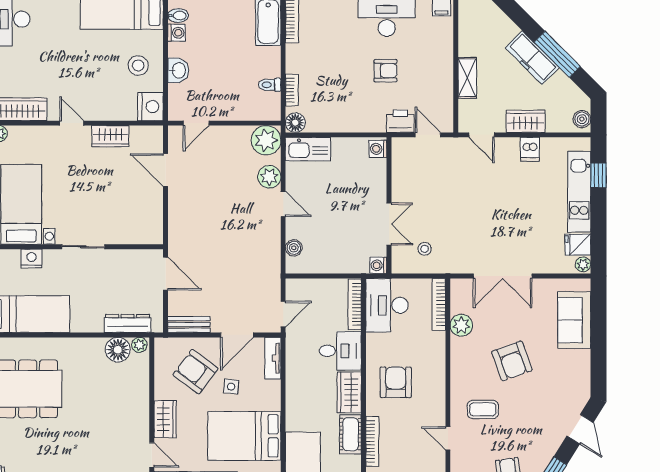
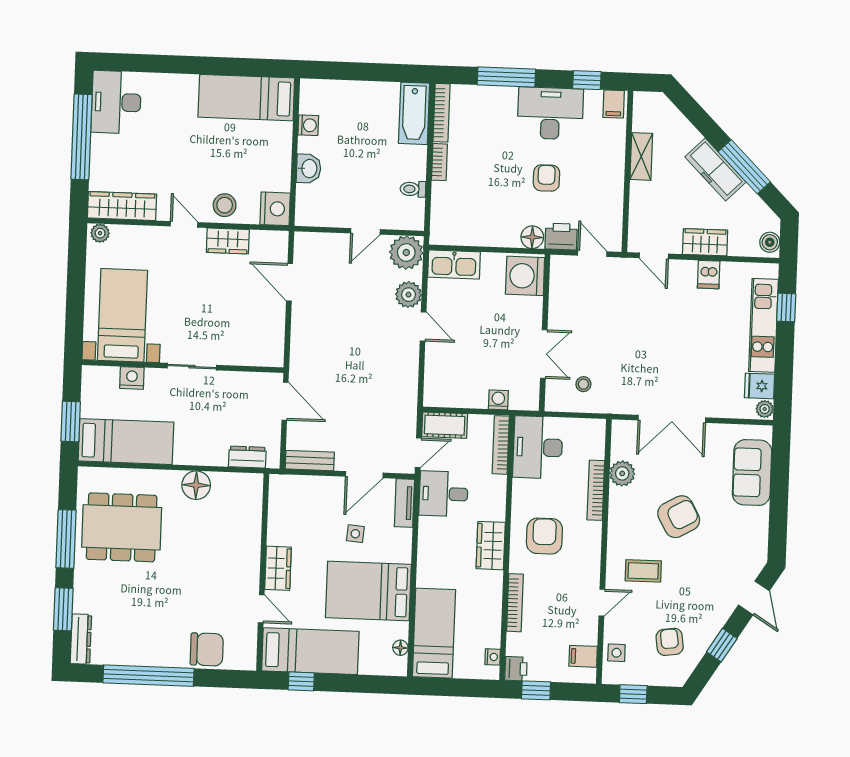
bidet: (178, 16) -> (311, 106), removed
stool: (138, 65) -> (225, 205), moved
armchair: (385, 71) -> (546, 178), turned -90
shelving: (467, 78) -> (641, 156), moved
bookcase: (292, 90) -> (439, 162), moved
door: (196, 123) -> (365, 231), moved
floor lamp: (295, 123) -> (532, 237), moved
washing machine: (378, 149) -> (525, 276), width x1.89, depth x1.89
boiler: (294, 248) -> (433, 377), removed
washing machine: (378, 265) -> (498, 400), moved, turned 90
bookcase: (439, 304) -> (596, 490), moved
dresser: (128, 323) -> (247, 457), width x0.70
plant: (139, 345) -> (252, 482), removed
floor lamp: (118, 350) -> (196, 485), moved
desk: (340, 351) -> (443, 494), moved, turned 180
armchair: (512, 361) -> (679, 517), turned -99
armchair: (195, 372) -> (315, 515), removed
cot: (350, 434) -> (445, 425), moved, turned 90
door: (448, 438) -> (602, 603), swing flipped

